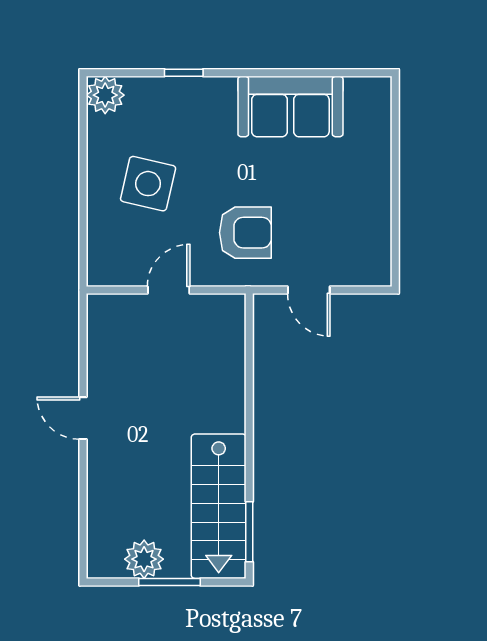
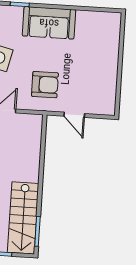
sofa: (290, 107) -> (49, 23), moved

